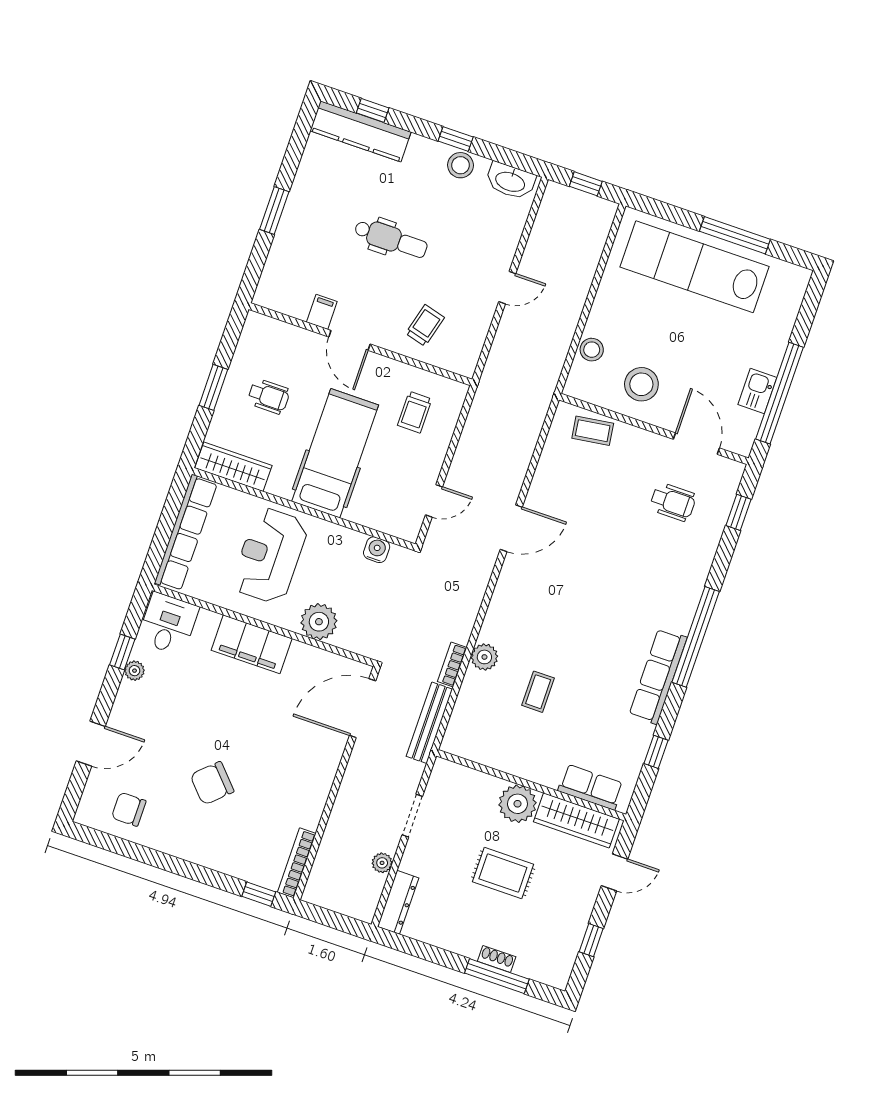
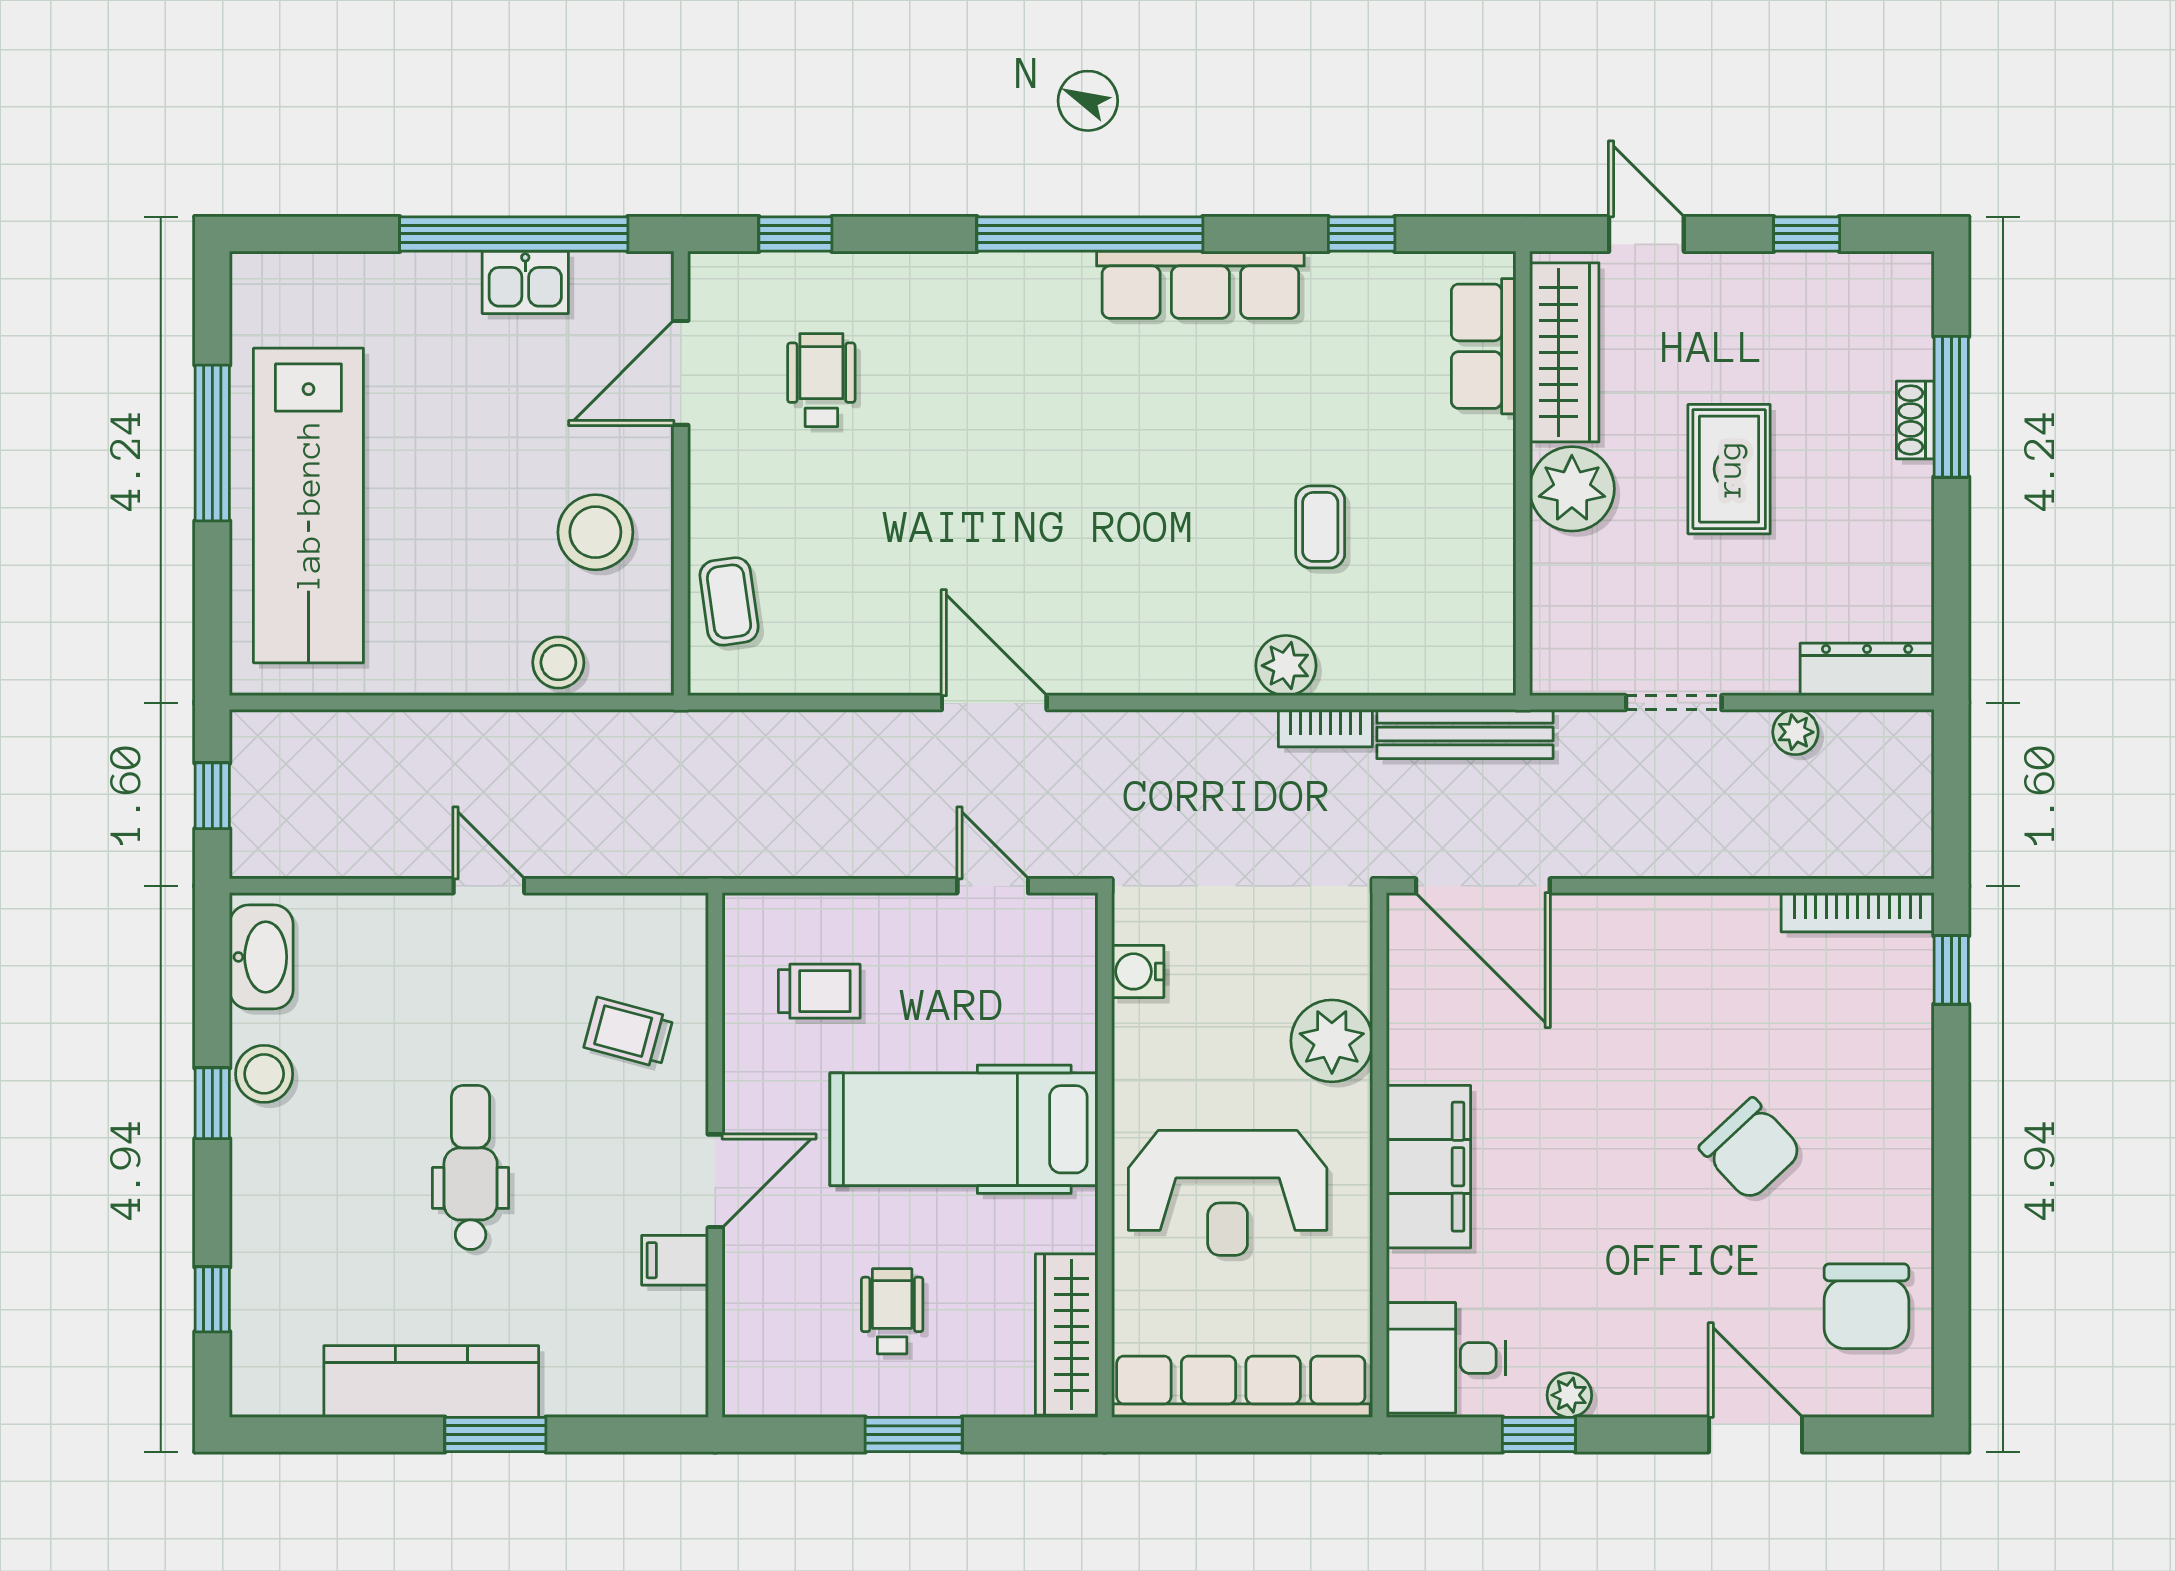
kitchen counter: (361, 131) -> (431, 1382), moved, turned -90
coffee table: (538, 692) -> (1320, 527), turned 90
chair: (129, 809) -> (1866, 1306), width x1.37, depth x1.37

